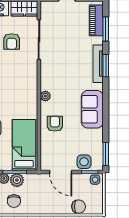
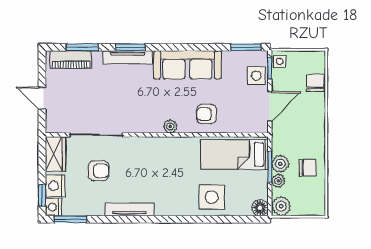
sofa: (92, 109) -> (187, 65), width x1.36

